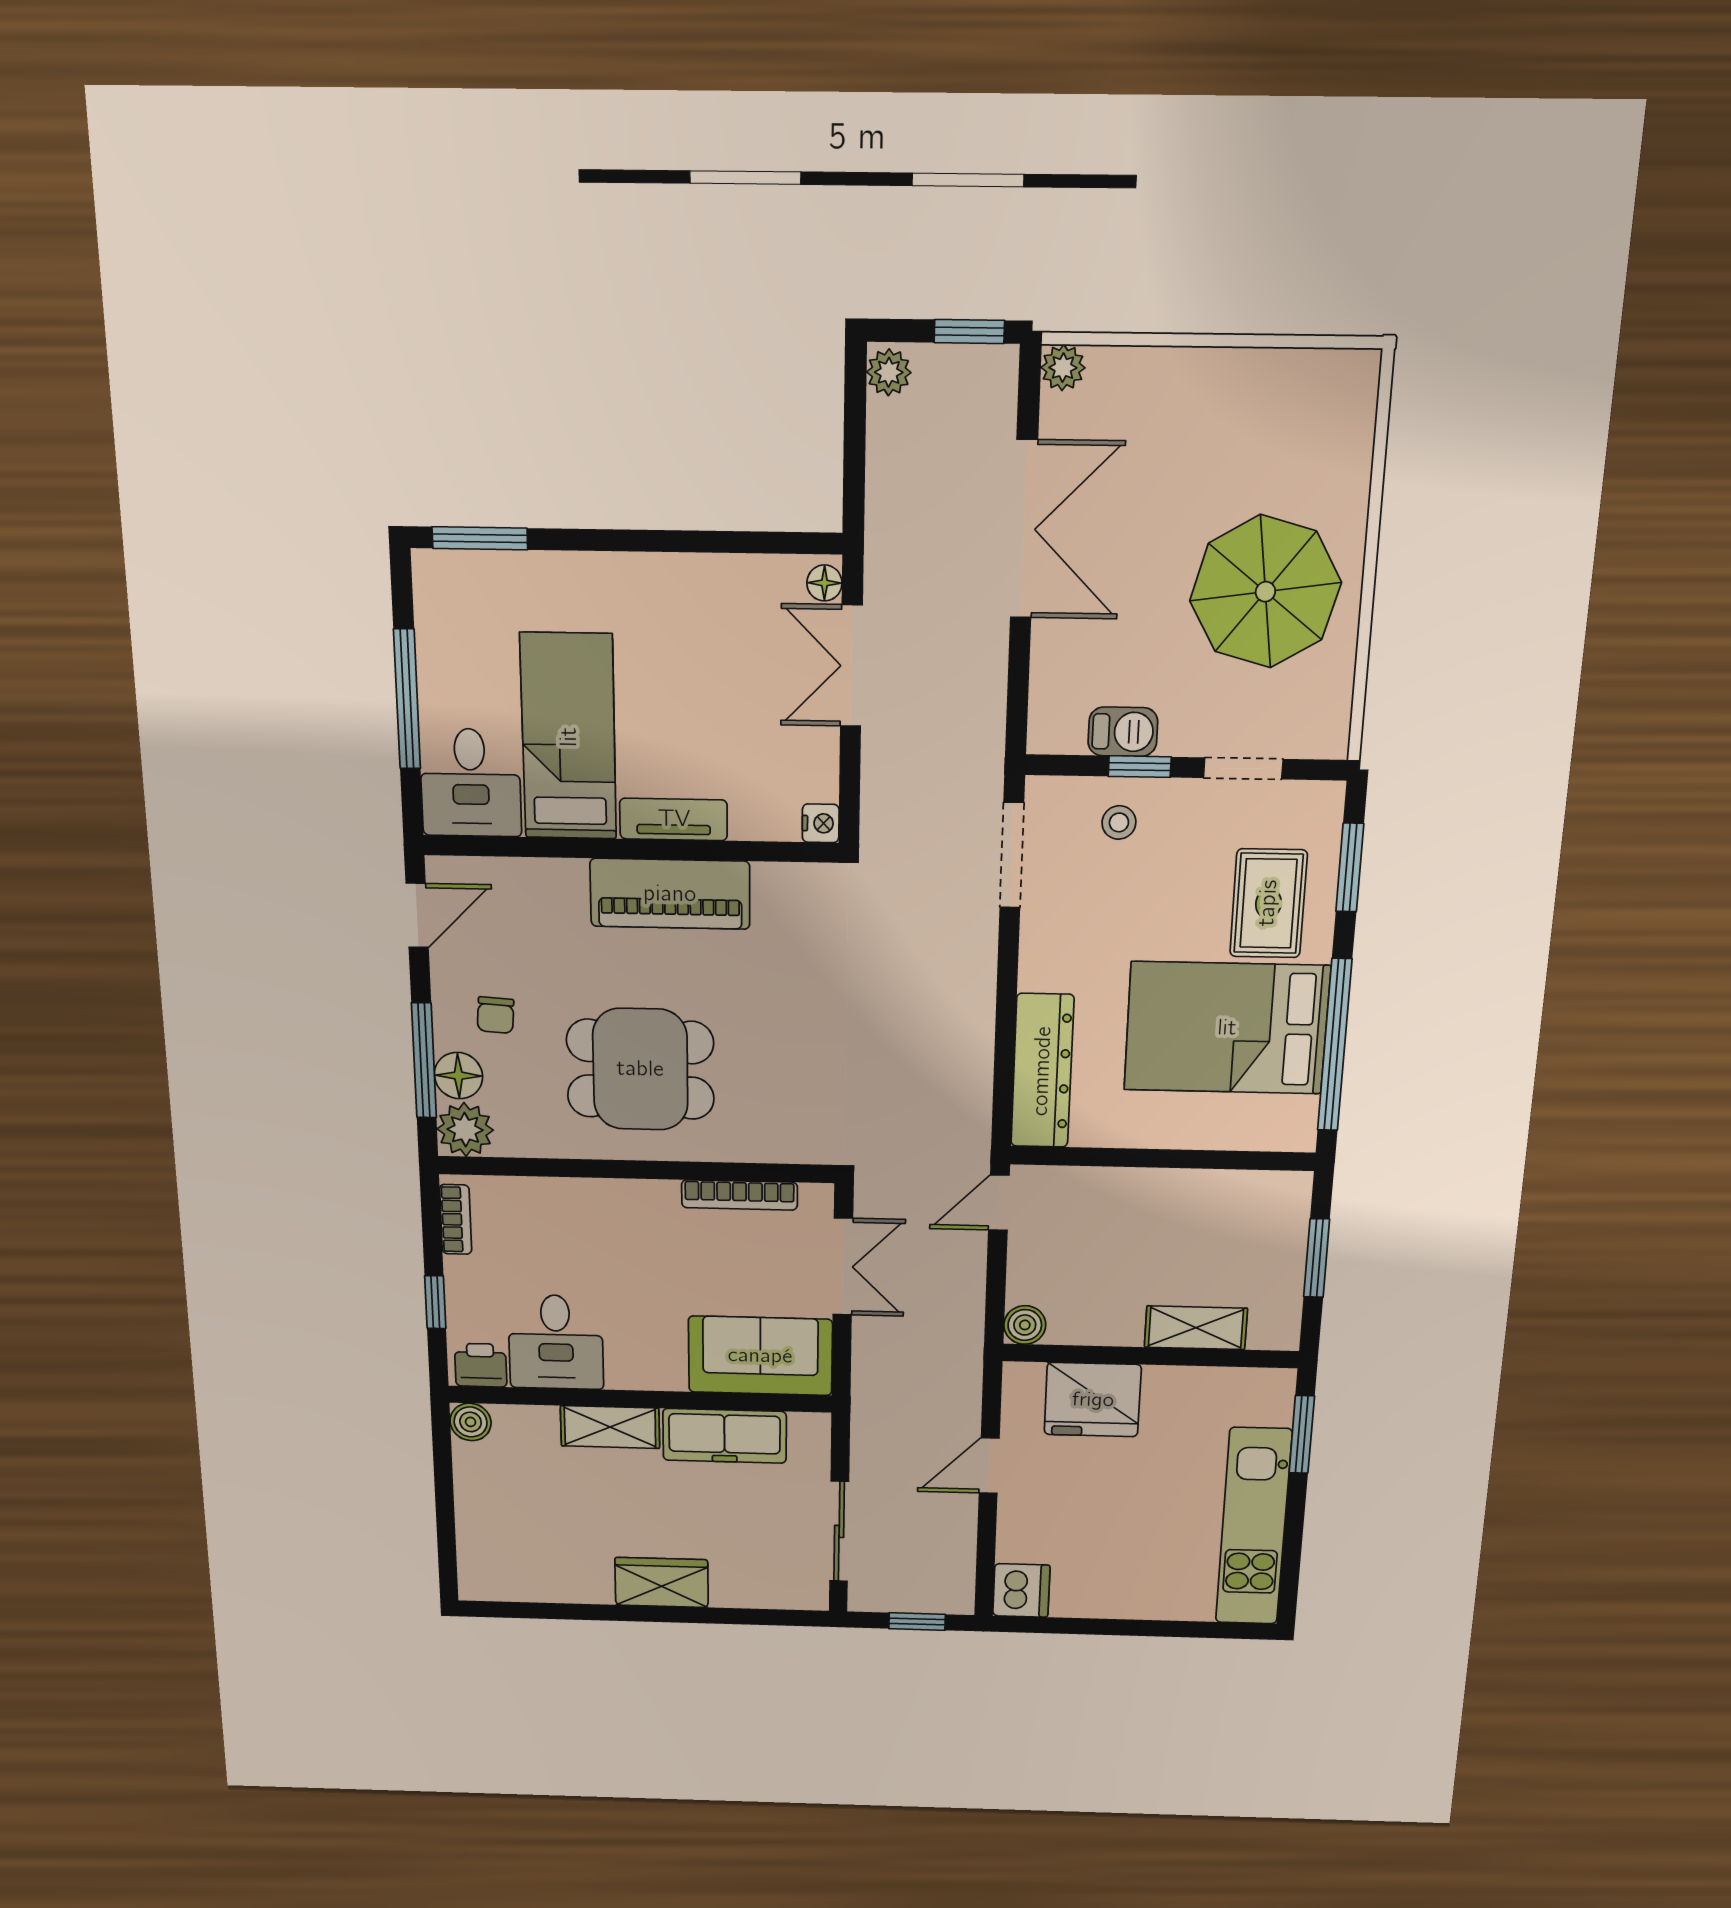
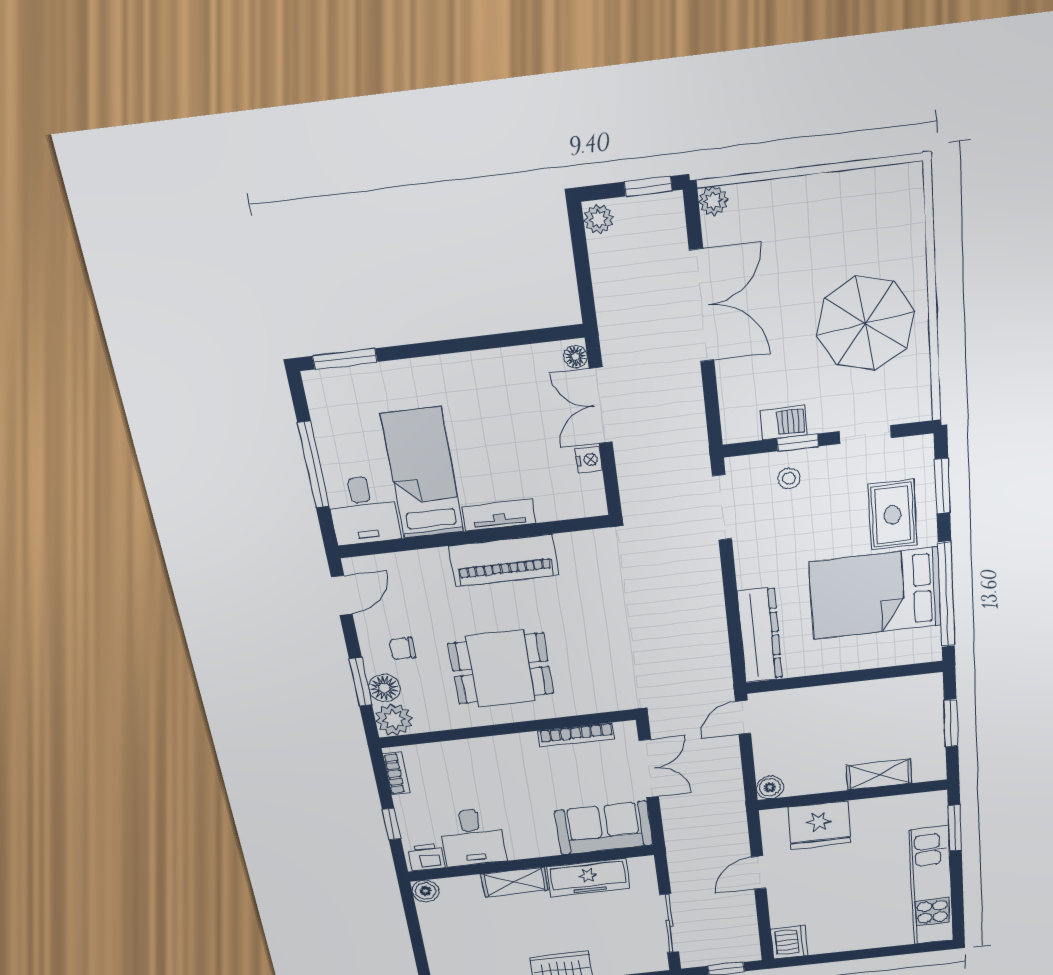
nightstand: (821, 823) -> (589, 460), moved
chair: (496, 1015) -> (402, 649), turned 86
window: (424, 1060) -> (361, 682), width x0.69

